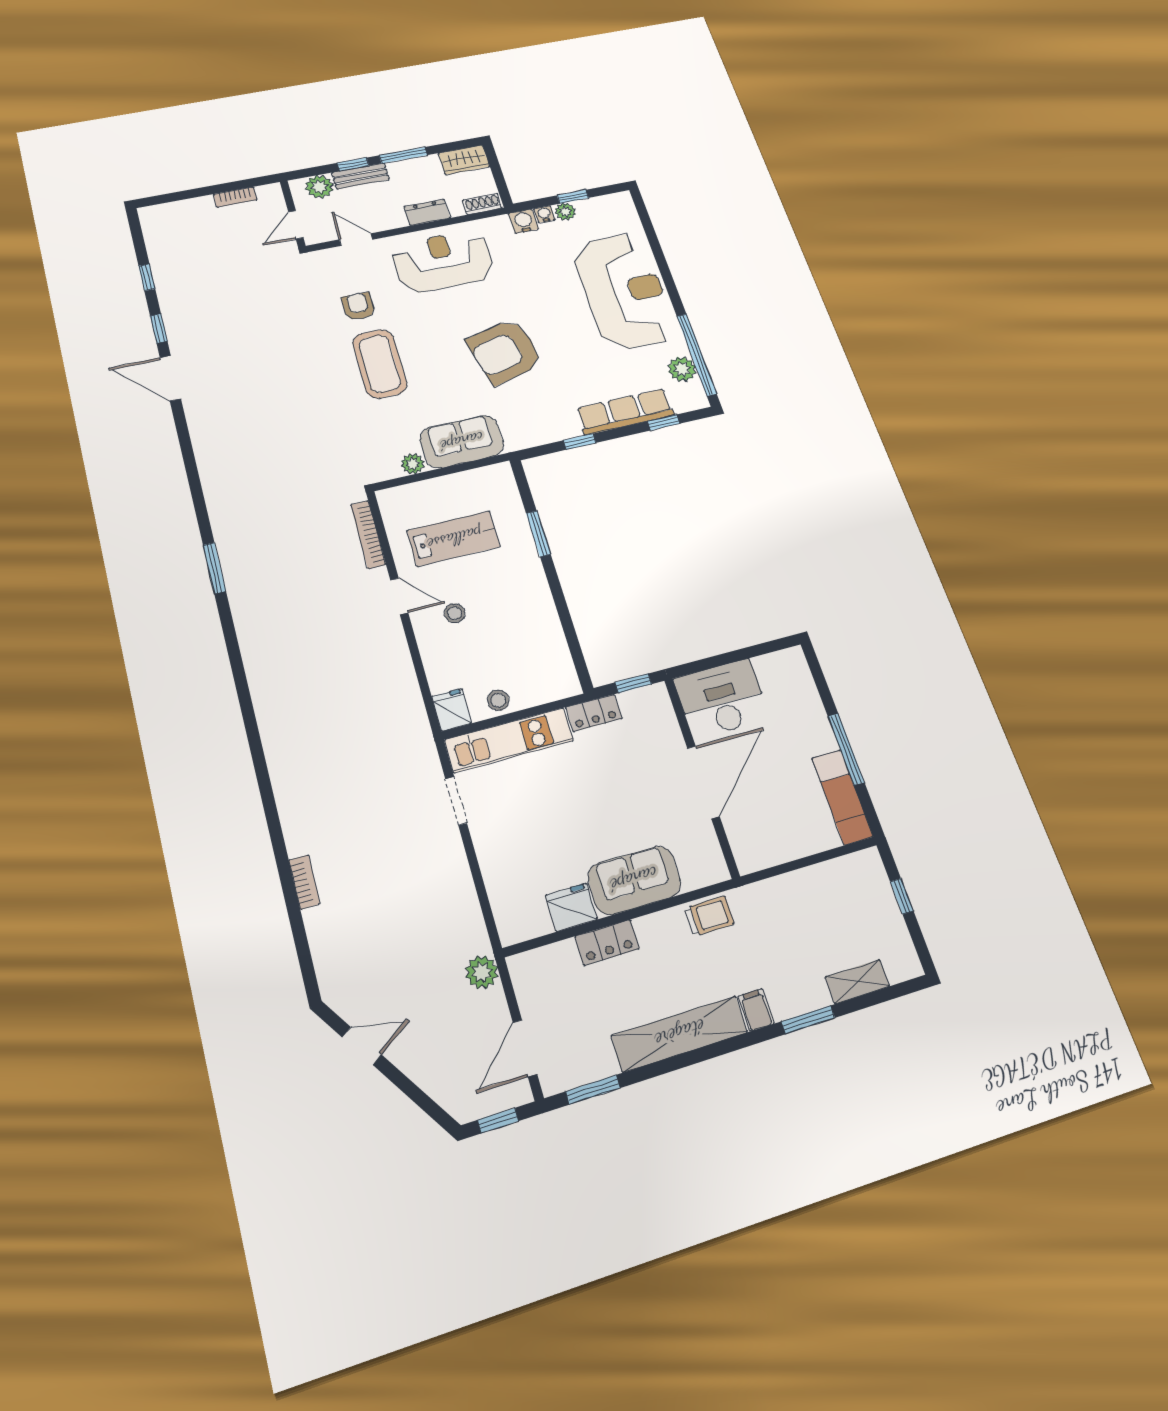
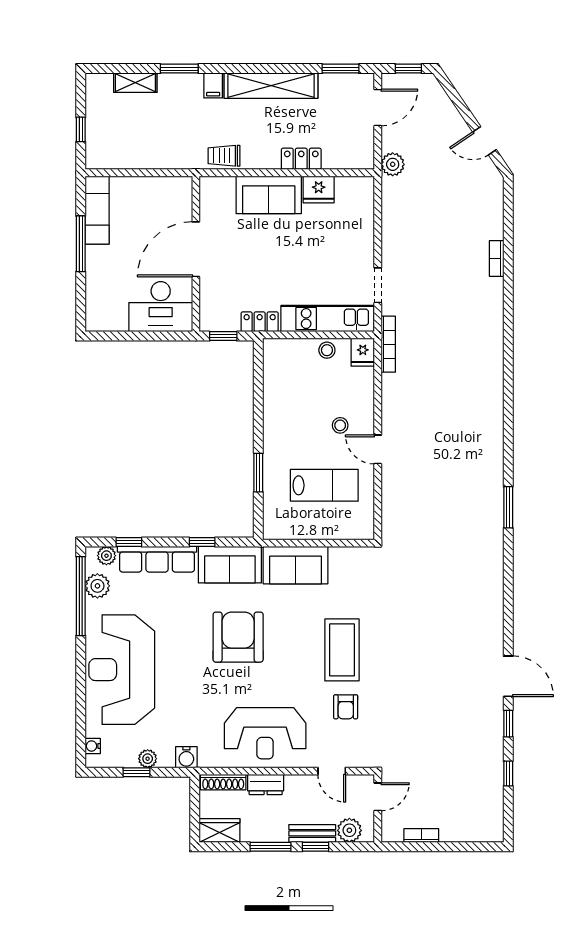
shoe rack: (482, 204) -> (223, 782), width x1.43
water cooler: (544, 214) -> (93, 746), moved, turned 90
armchair: (505, 351) -> (238, 637), turned -76
sofa: (539, 425) -> (230, 565), added
plant: (413, 464) -> (106, 556), moved
bookcase: (368, 535) -> (388, 344), moved
lab bench: (454, 539) -> (324, 485), turned 180

